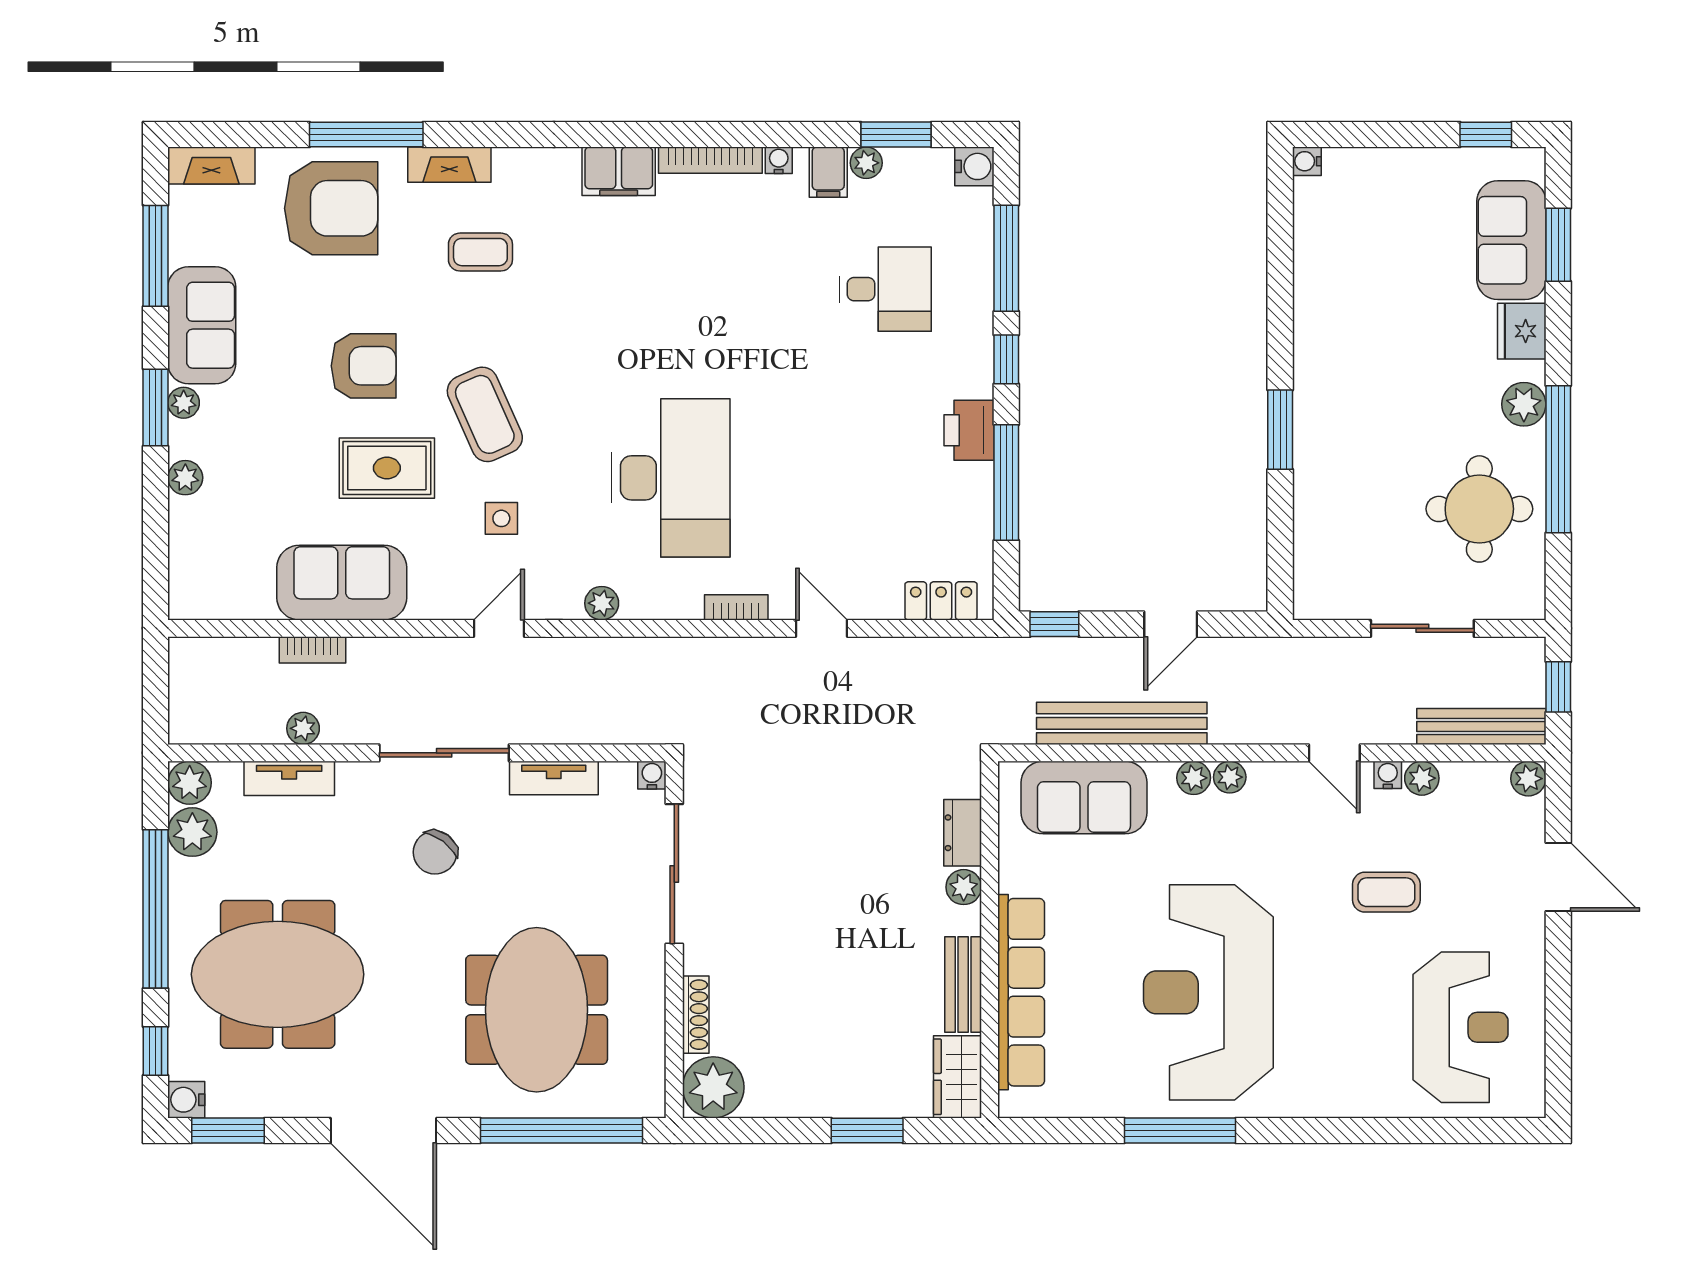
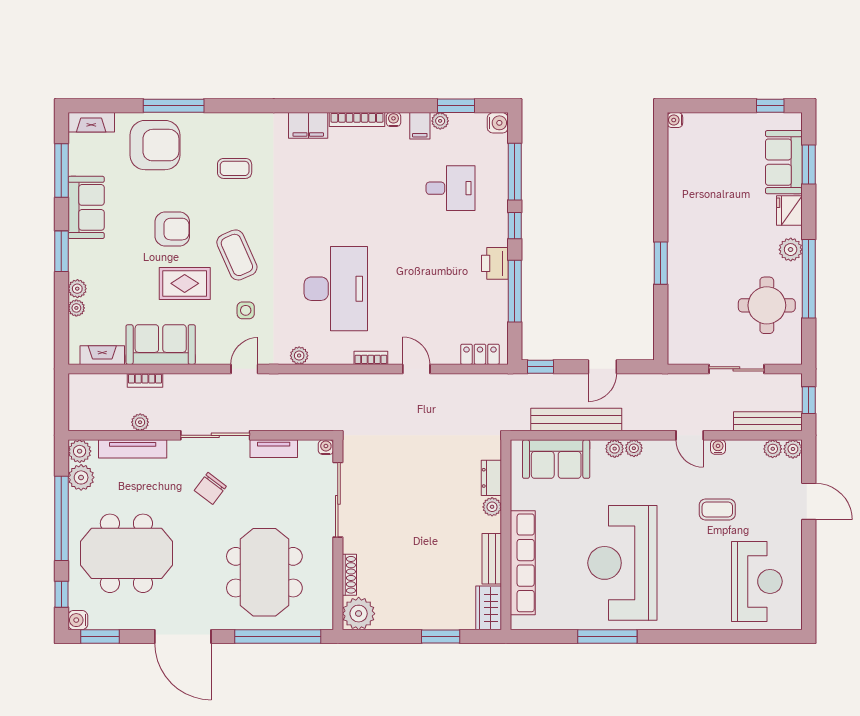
fireplace: (449, 165) -> (102, 355), moved, turned 180
plant: (184, 403) -> (76, 308), moved
tv unit: (289, 778) -> (133, 449), width x1.41
plant: (1422, 778) -> (773, 449), moved

